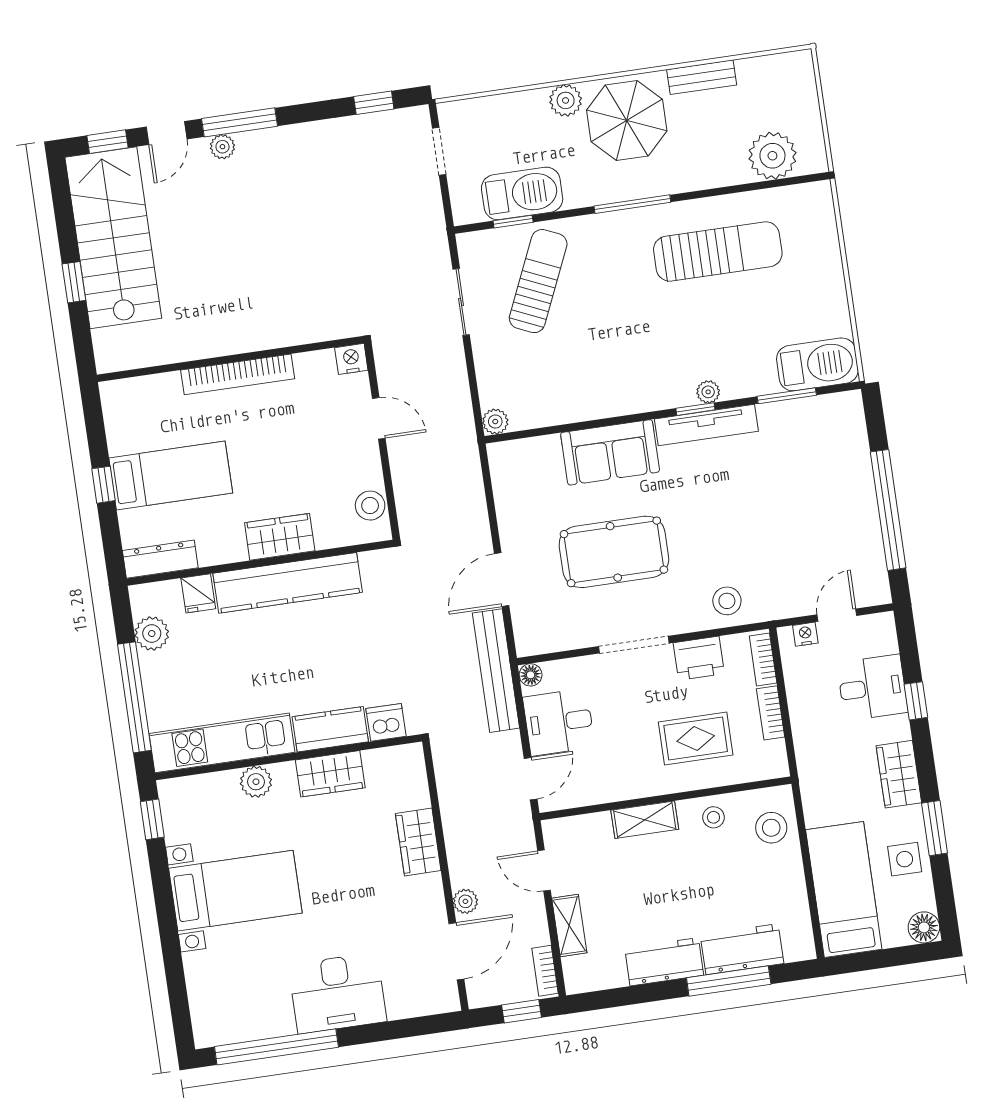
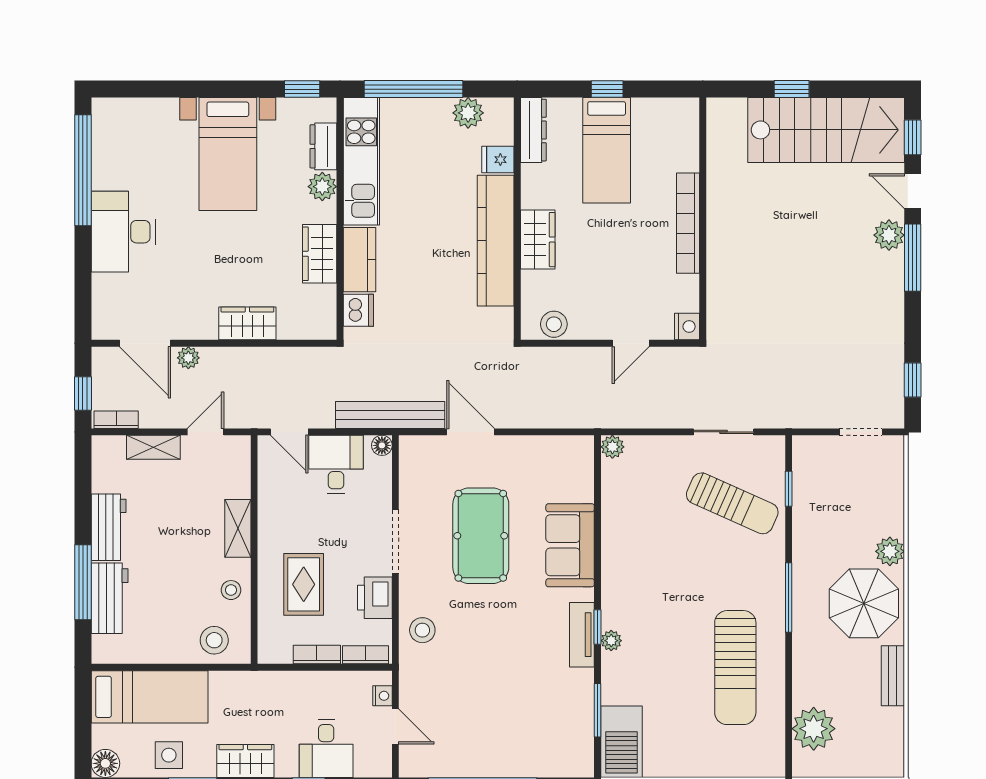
plant: (222, 147) -> (889, 235), width x1.38, depth x1.38
barbecue: (522, 193) -> (812, 500), removed
tv unit: (706, 425) -> (582, 635), width x0.71
dresser: (212, 787) -> (323, 146), added

